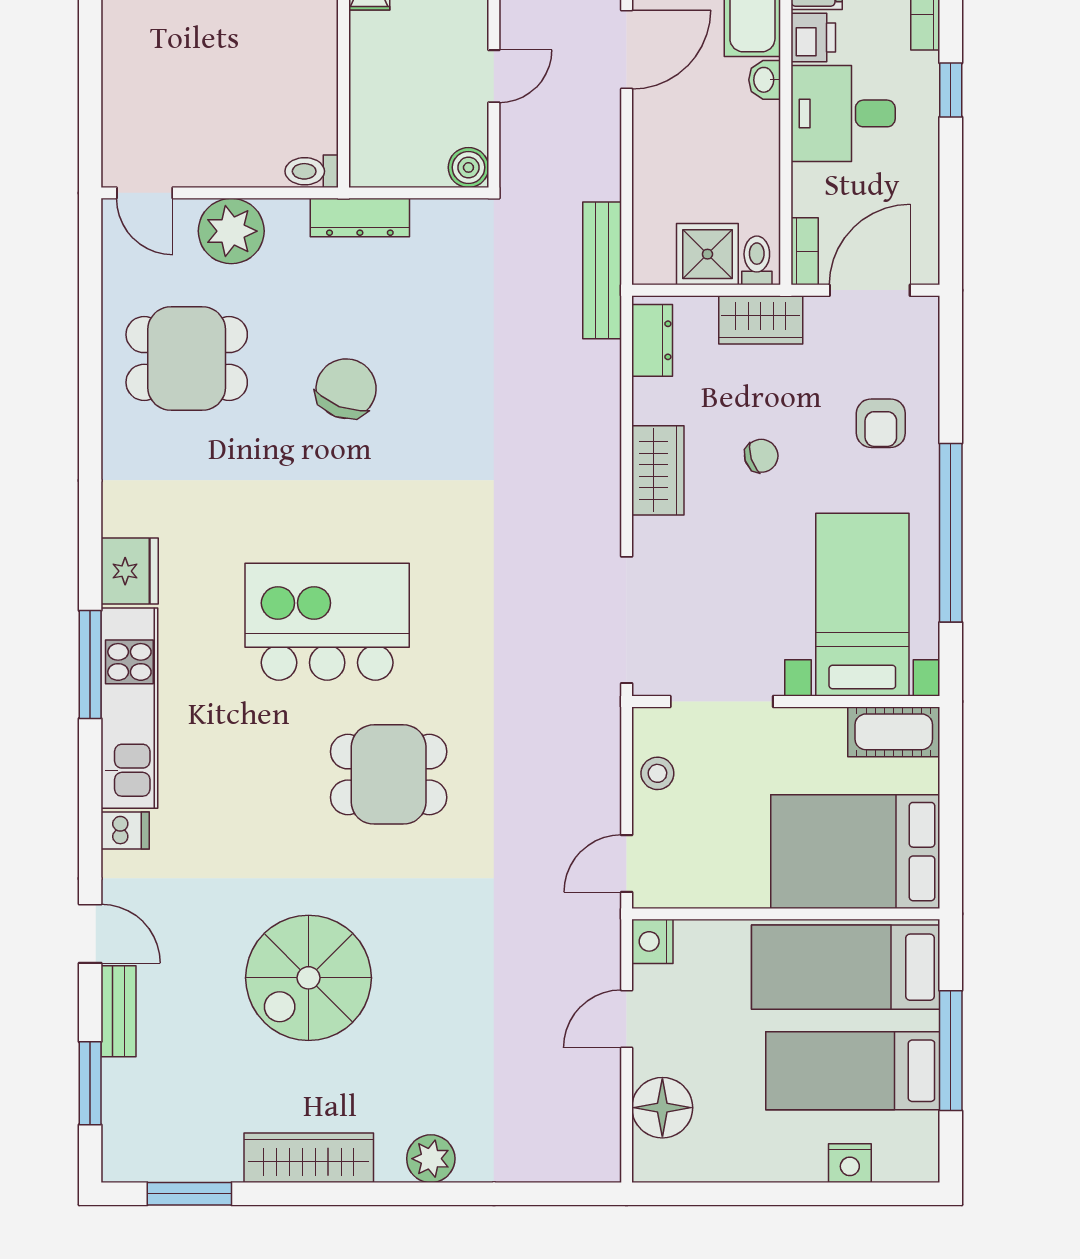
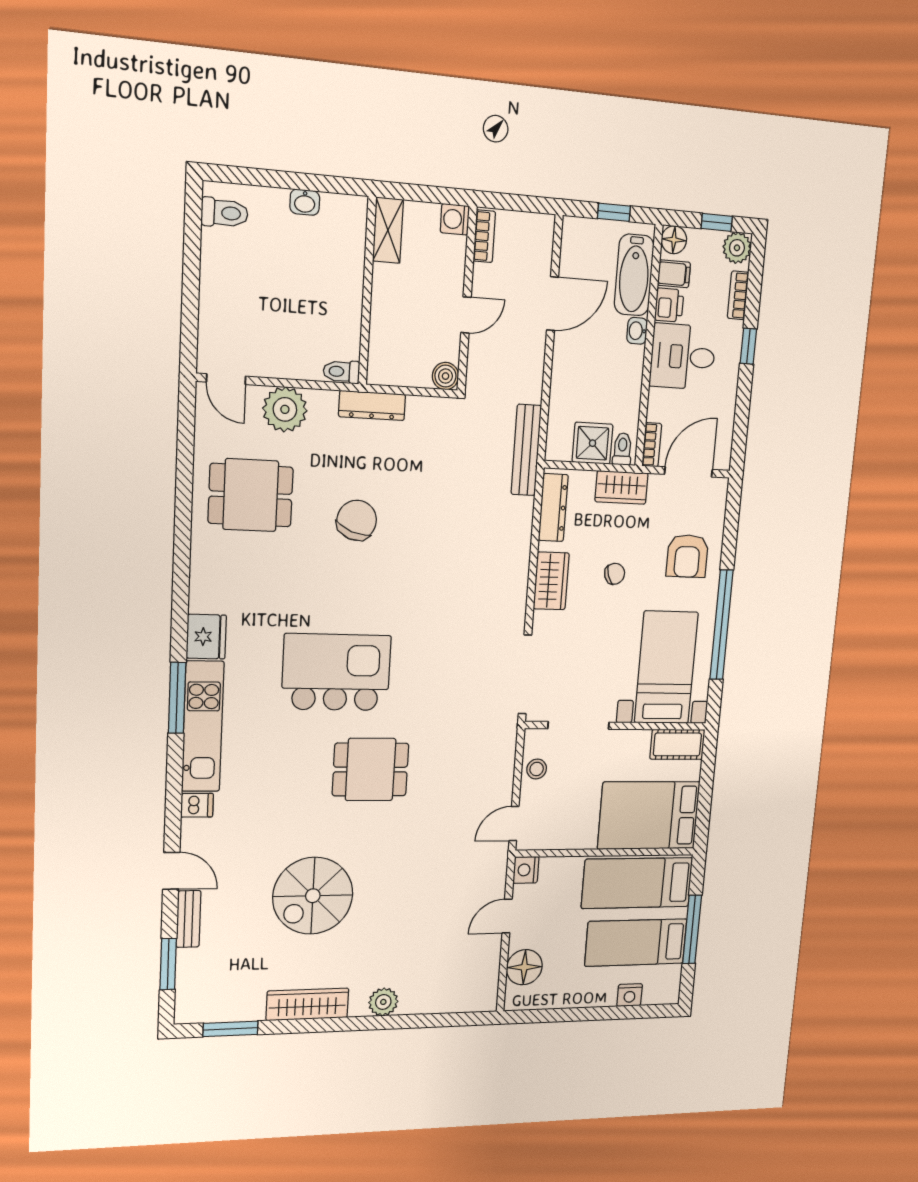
dresser: (652, 340) -> (553, 508), width x1.44
armchair: (881, 423) -> (687, 556), width x1.38, depth x1.38

